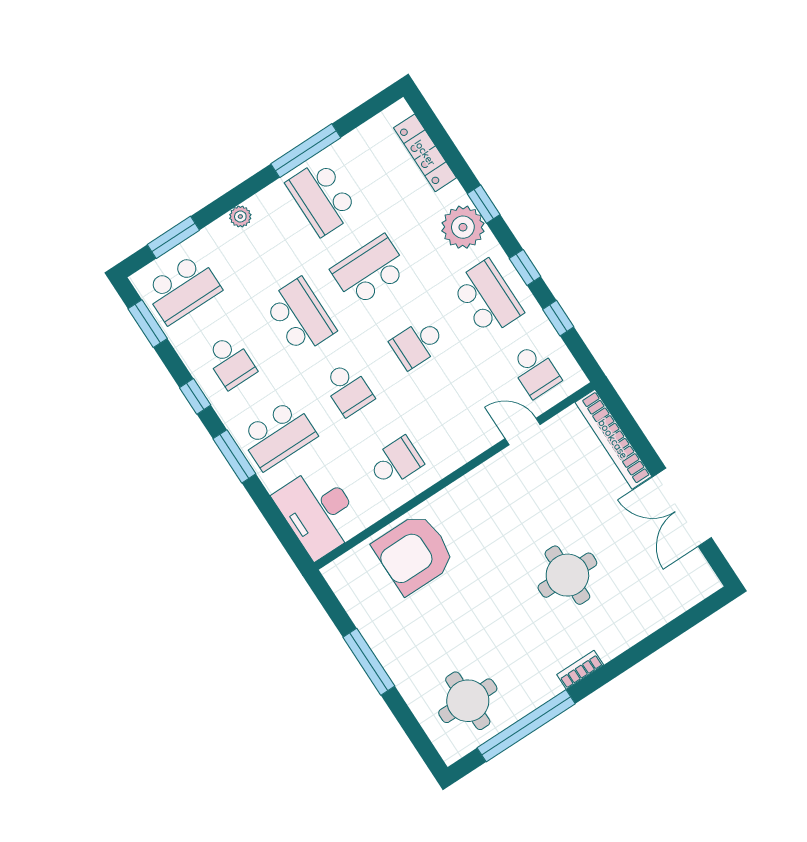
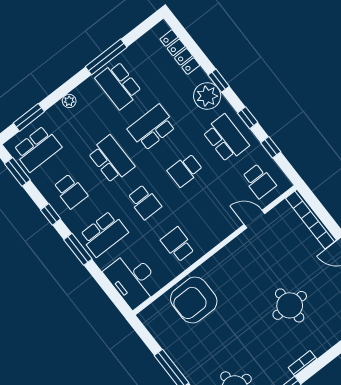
school desk: (396, 462) -> (178, 245), turned -90

